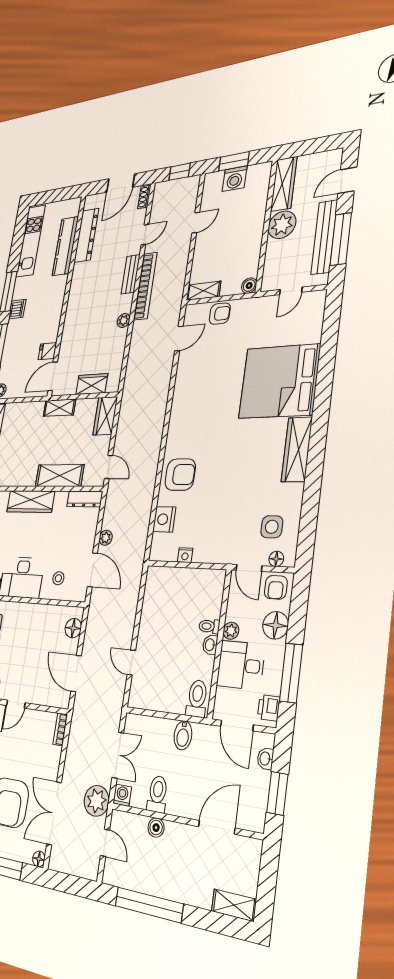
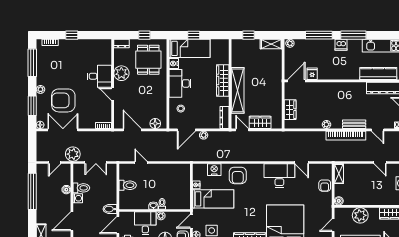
plant: (282, 225) -> (360, 215), moved
door: (291, 291) -> (333, 225), hinge flipped
door: (179, 338) -> (302, 163), moved
door: (53, 376) -> (296, 81), hinge flipped
desk: (192, 397) -> (279, 176), added
shelving: (59, 408) -> (277, 90), removed
wardrobe: (105, 416) -> (260, 122), moved
door: (108, 467) -> (242, 130), swing flipped
shelving: (59, 476) -> (238, 90), width x1.47
bed: (214, 522) -> (213, 199), added
door: (131, 663) -> (141, 163), hinge flipped
door: (76, 674) -> (132, 130), hinge flipped
toilet: (197, 699) -> (128, 185), moved
bidet: (183, 735) -> (110, 209), moved
washing machine: (122, 795) -> (78, 198), moved
door: (217, 827) -> (72, 221), swing flipped

